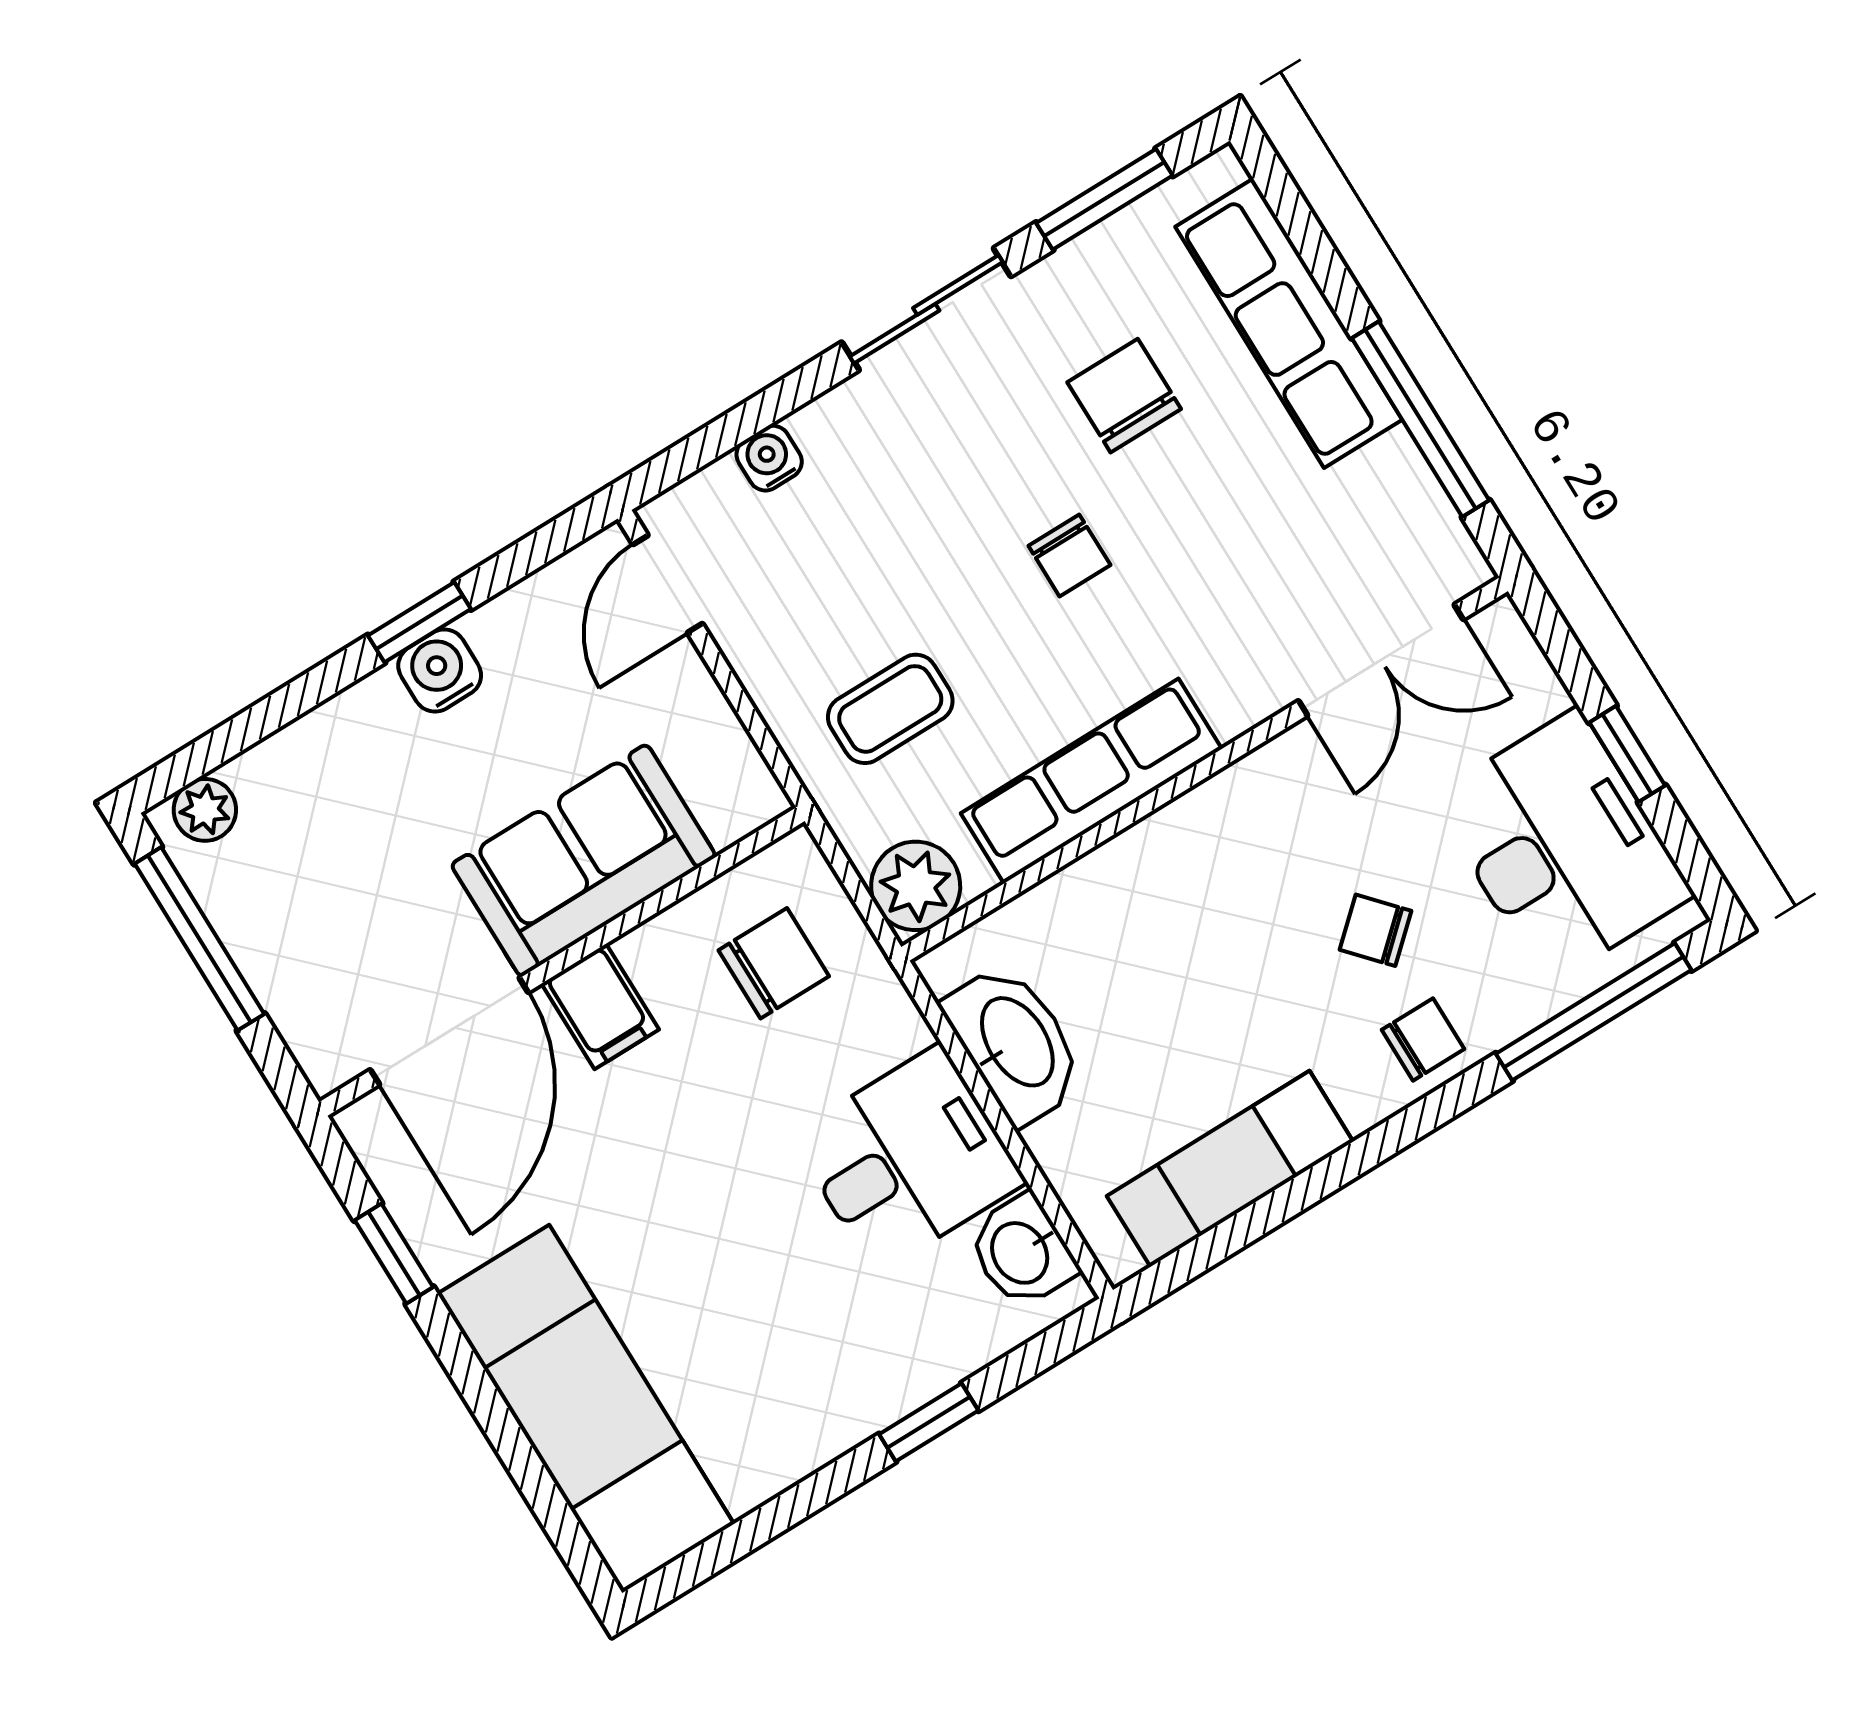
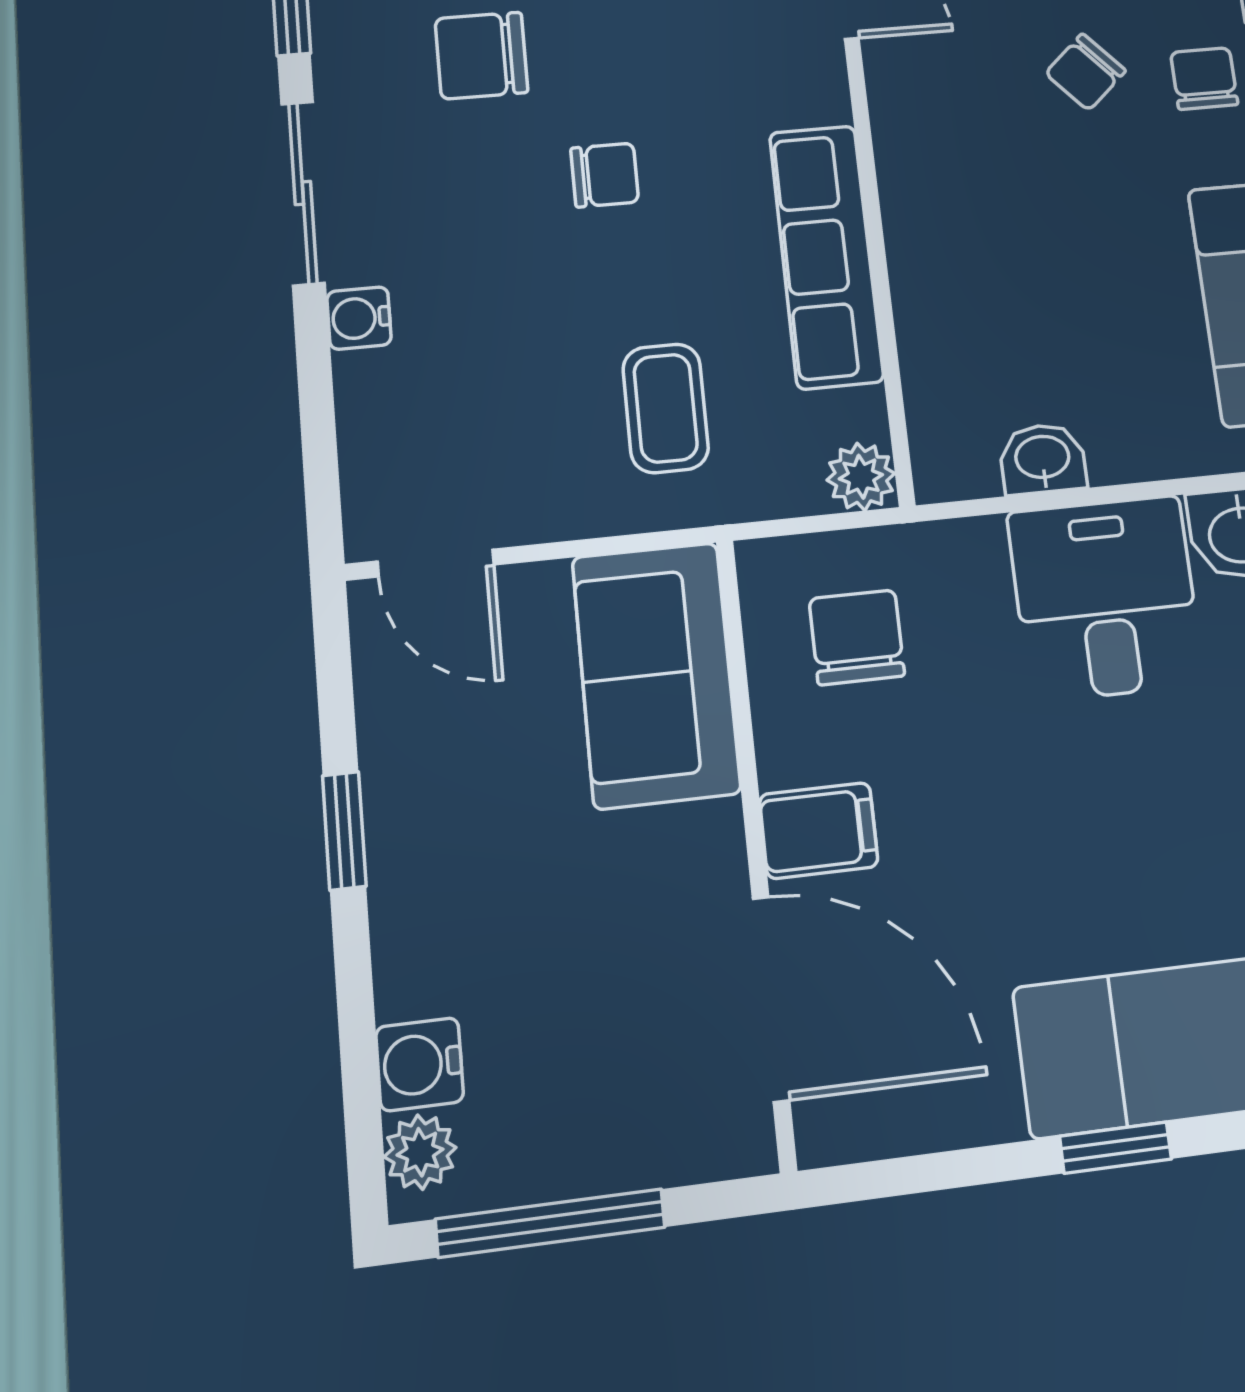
water cooler: (769, 458) -> (359, 318), moved
water cooler: (440, 670) -> (420, 1064), moved
sofa: (584, 860) -> (656, 675), moved
plant: (916, 886) -> (861, 477), width x0.73, depth x0.73
washbasin: (1015, 1043) -> (1043, 459), width x0.52, depth x0.69
window: (394, 1254) -> (1116, 1148), moved

